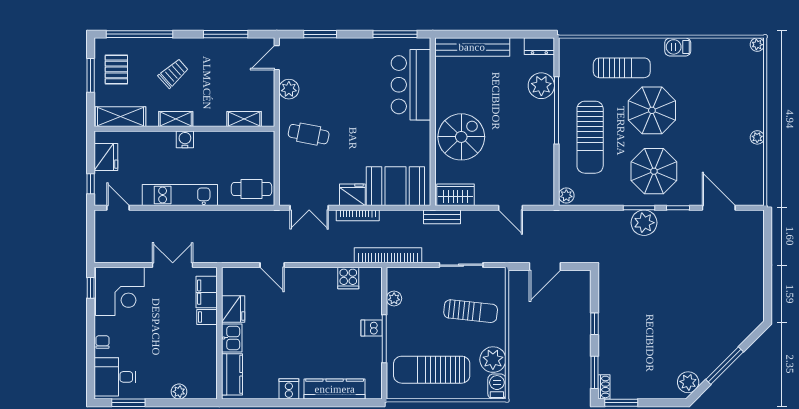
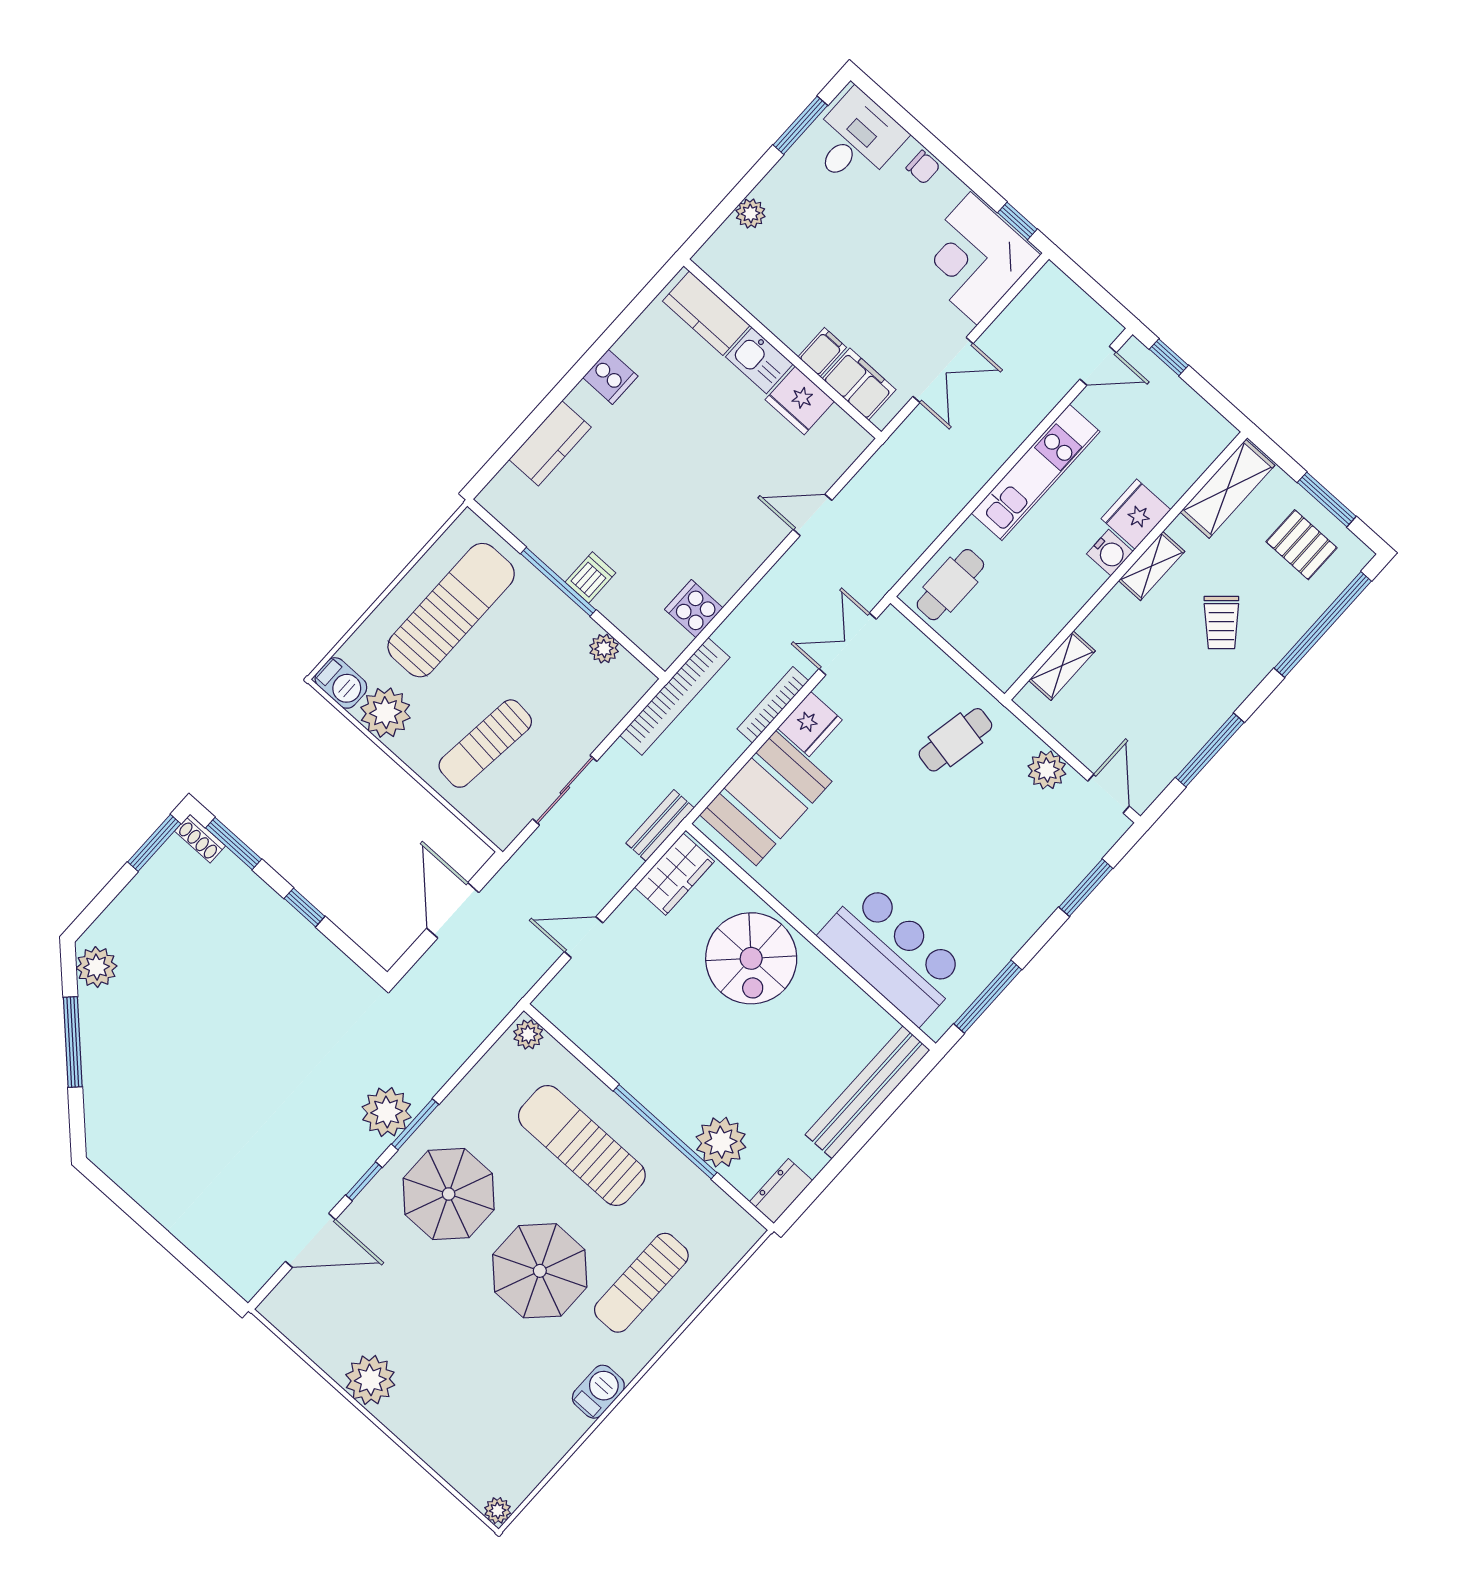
plant: (757, 137) -> (370, 1380), width x1.87, depth x1.87
fridge: (106, 157) -> (1136, 514), moved, turned 90
kitchen counter: (335, 389) -> (550, 443), width x0.67

